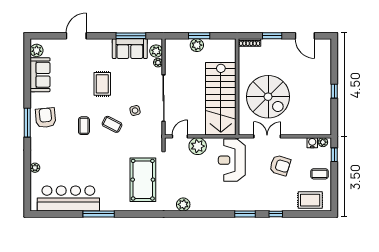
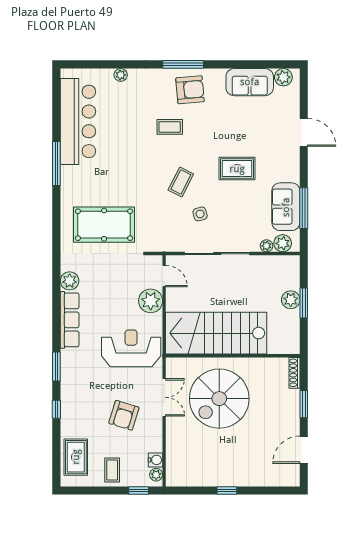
coffee table: (84, 126) -> (170, 127), moved
row of seats: (211, 204) -> (70, 320), added

